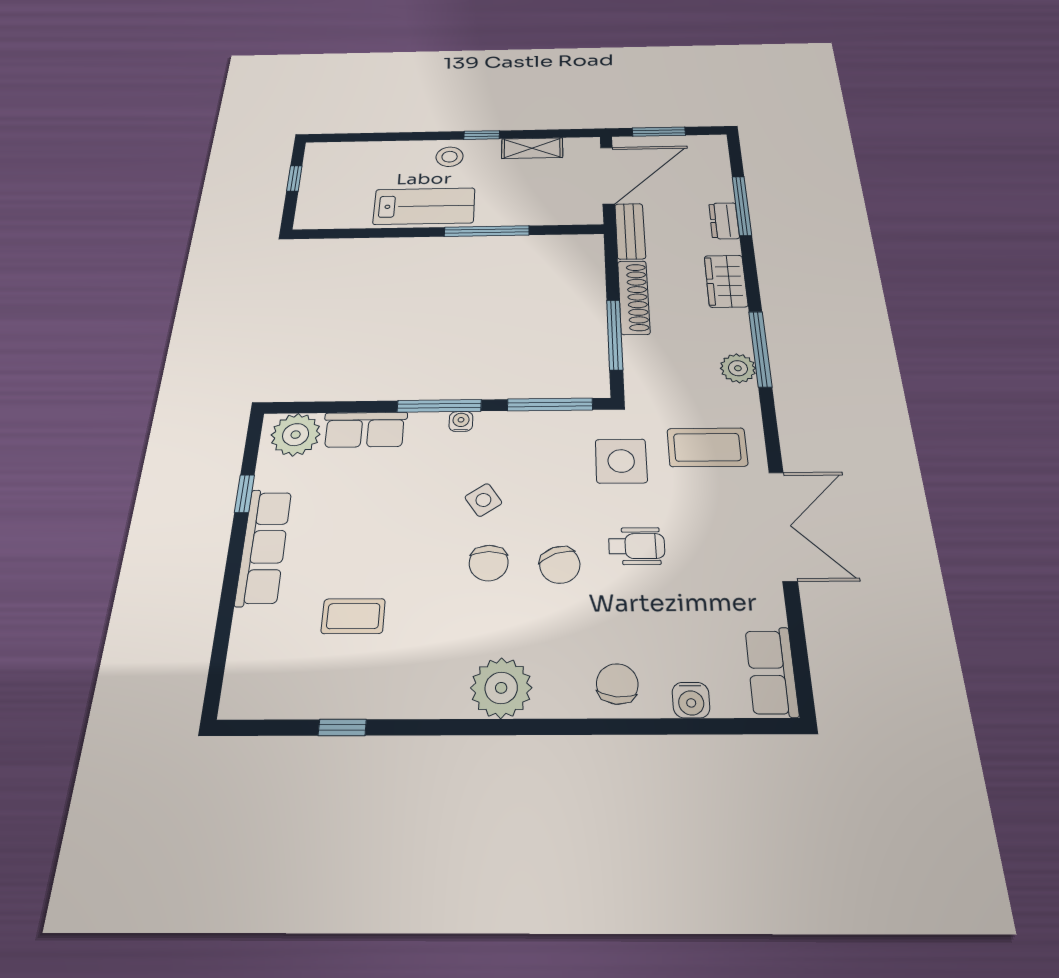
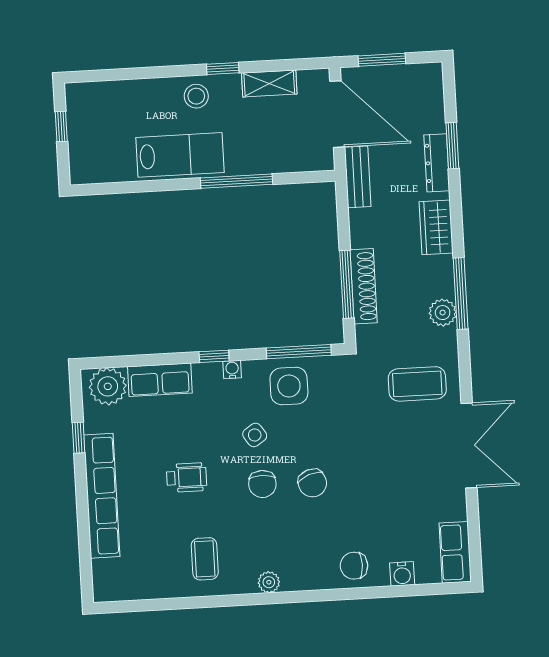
door: (608, 175) -> (337, 114), hinge flipped
window: (742, 206) -> (452, 146), width x0.69
dresser: (724, 221) -> (437, 163), width x1.44
shoe rack: (634, 297) -> (364, 286), moved
window: (439, 406) -> (214, 356), width x0.46
side table: (621, 461) -> (289, 386), moved
wheelchair: (637, 546) -> (187, 477), moved
row of seats: (264, 547) -> (102, 496), width x1.36
coffee table: (353, 616) -> (205, 559), moved, turned 90
chair: (617, 684) -> (354, 566), turned -96
plant: (501, 688) -> (269, 582), width x0.53, depth x0.53
window: (342, 727) -> (176, 604), removed

